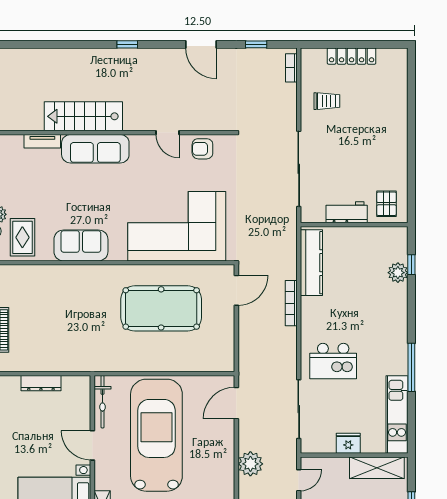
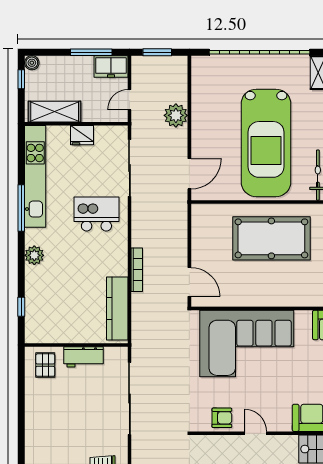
plant: (398, 273) -> (34, 255), moved
door: (236, 290) -> (189, 282), swing flipped
pool table: (161, 308) -> (271, 238), moved
kitchen unit: (397, 414) -> (35, 176), width x1.36

